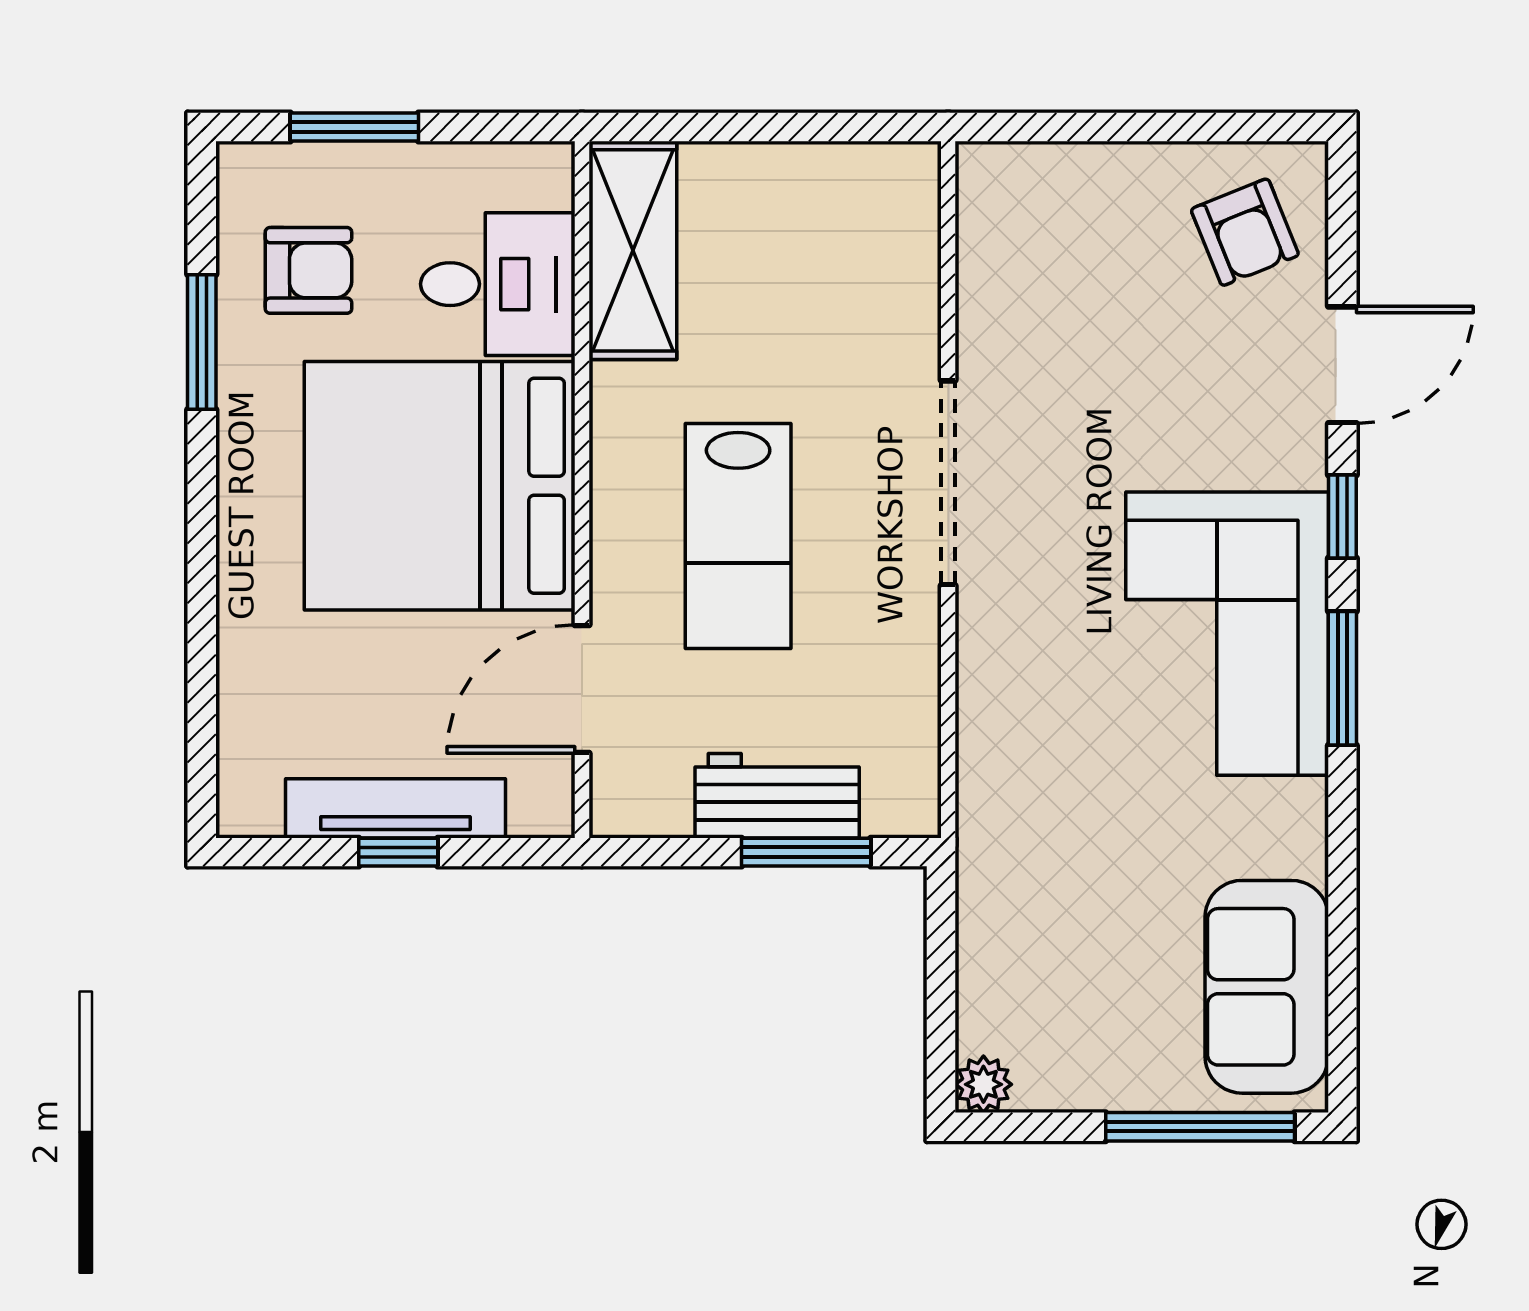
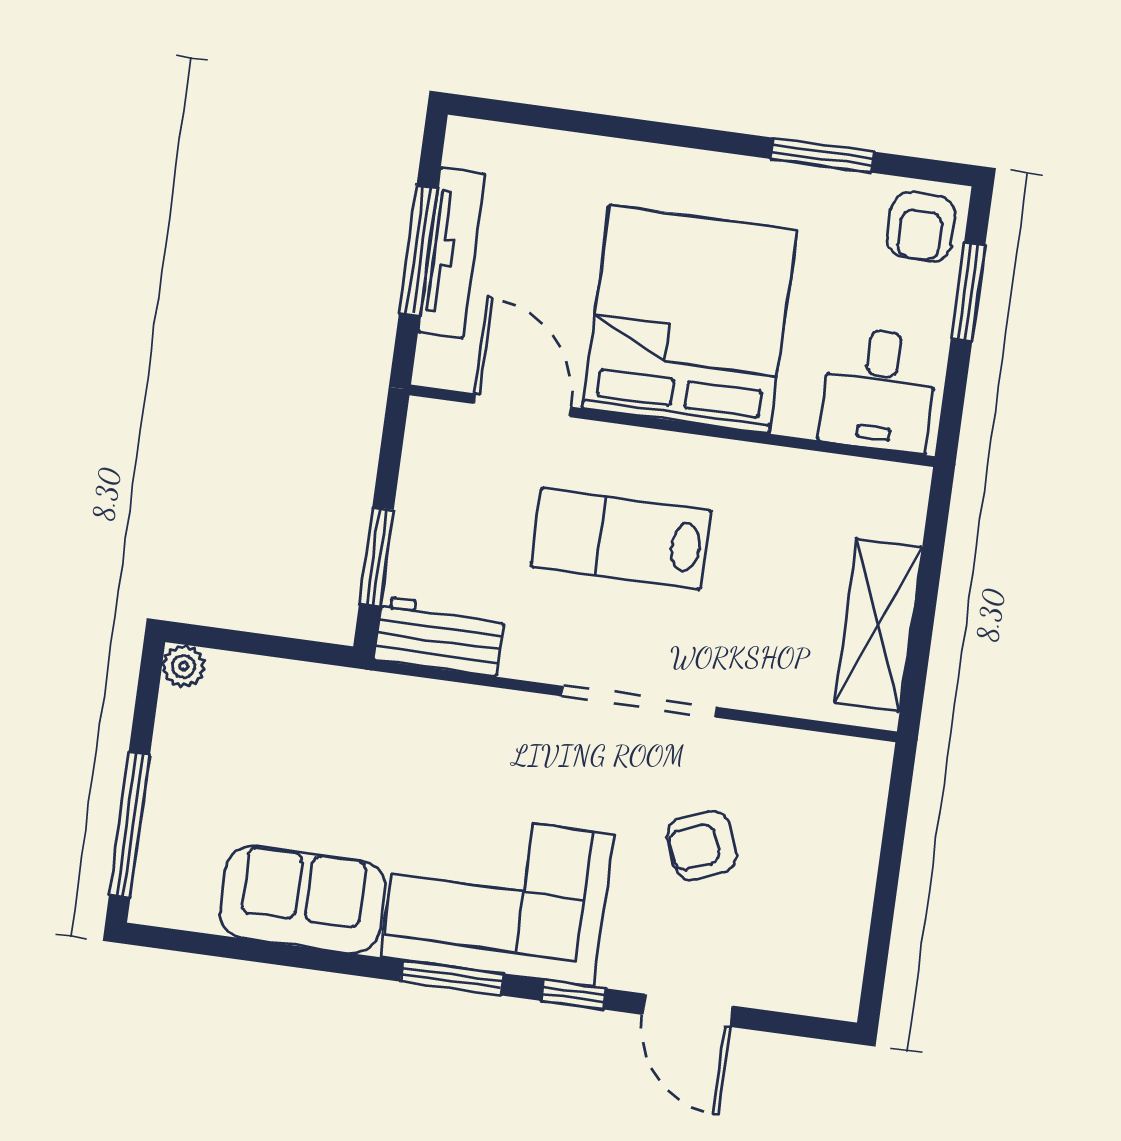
armchair: (1245, 232) -> (702, 845), moved
shelving: (633, 250) -> (878, 625), moved, turned 90
armchair: (308, 270) -> (921, 227), moved
desk: (498, 284) -> (879, 390), moved
workbench: (777, 796) -> (439, 636), moved, turned -90
window: (398, 852) -> (418, 250), width x2.17
sofa: (1267, 987) -> (302, 900), moved

